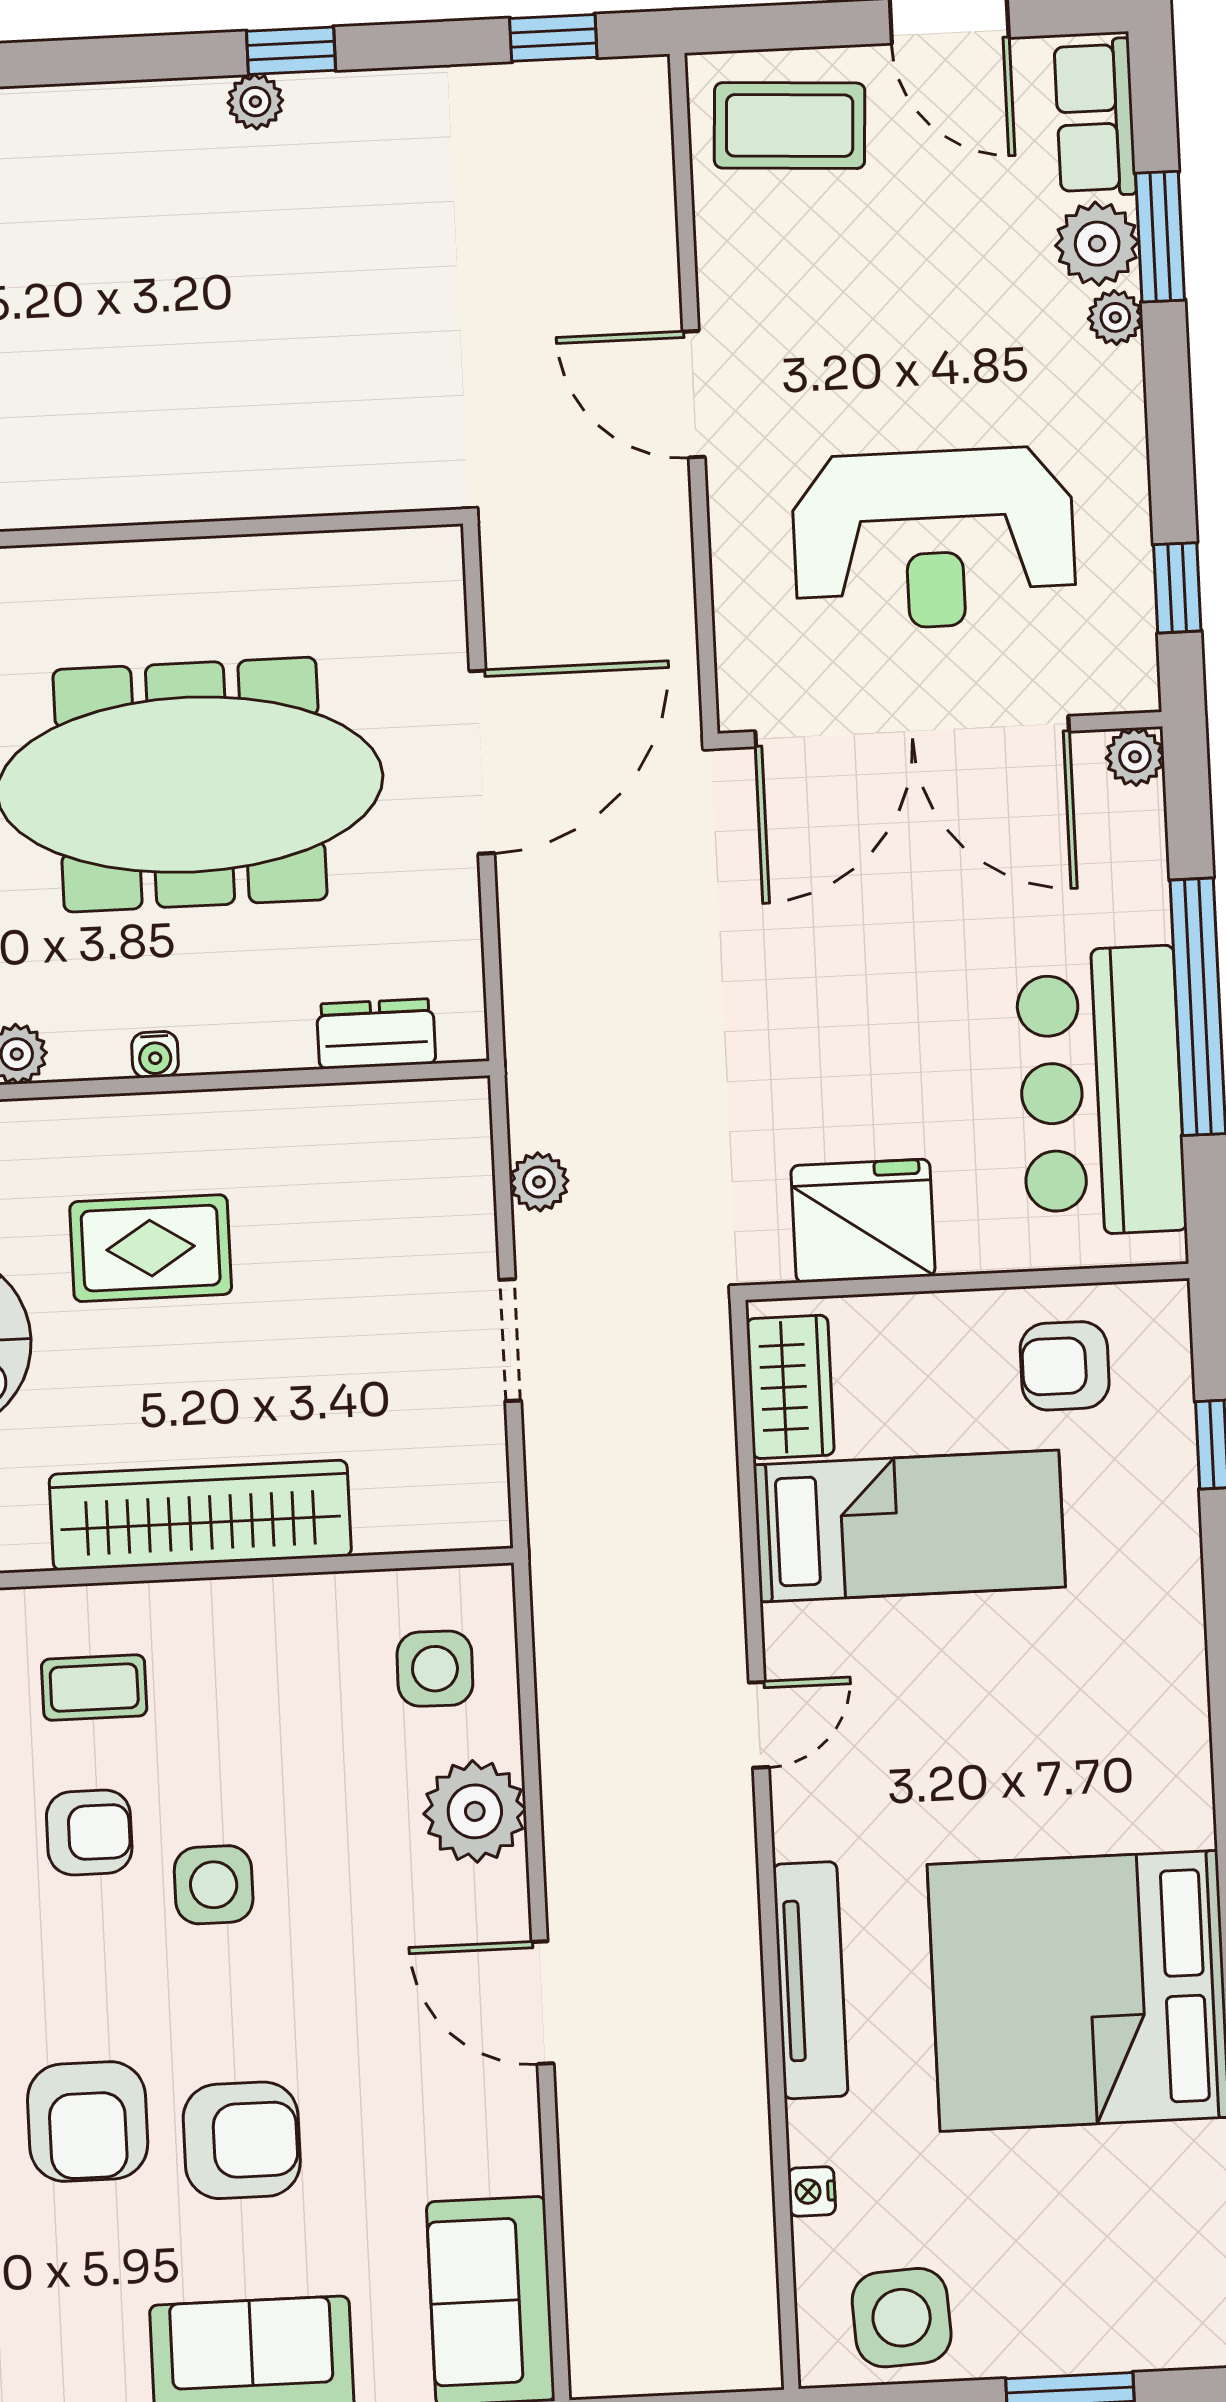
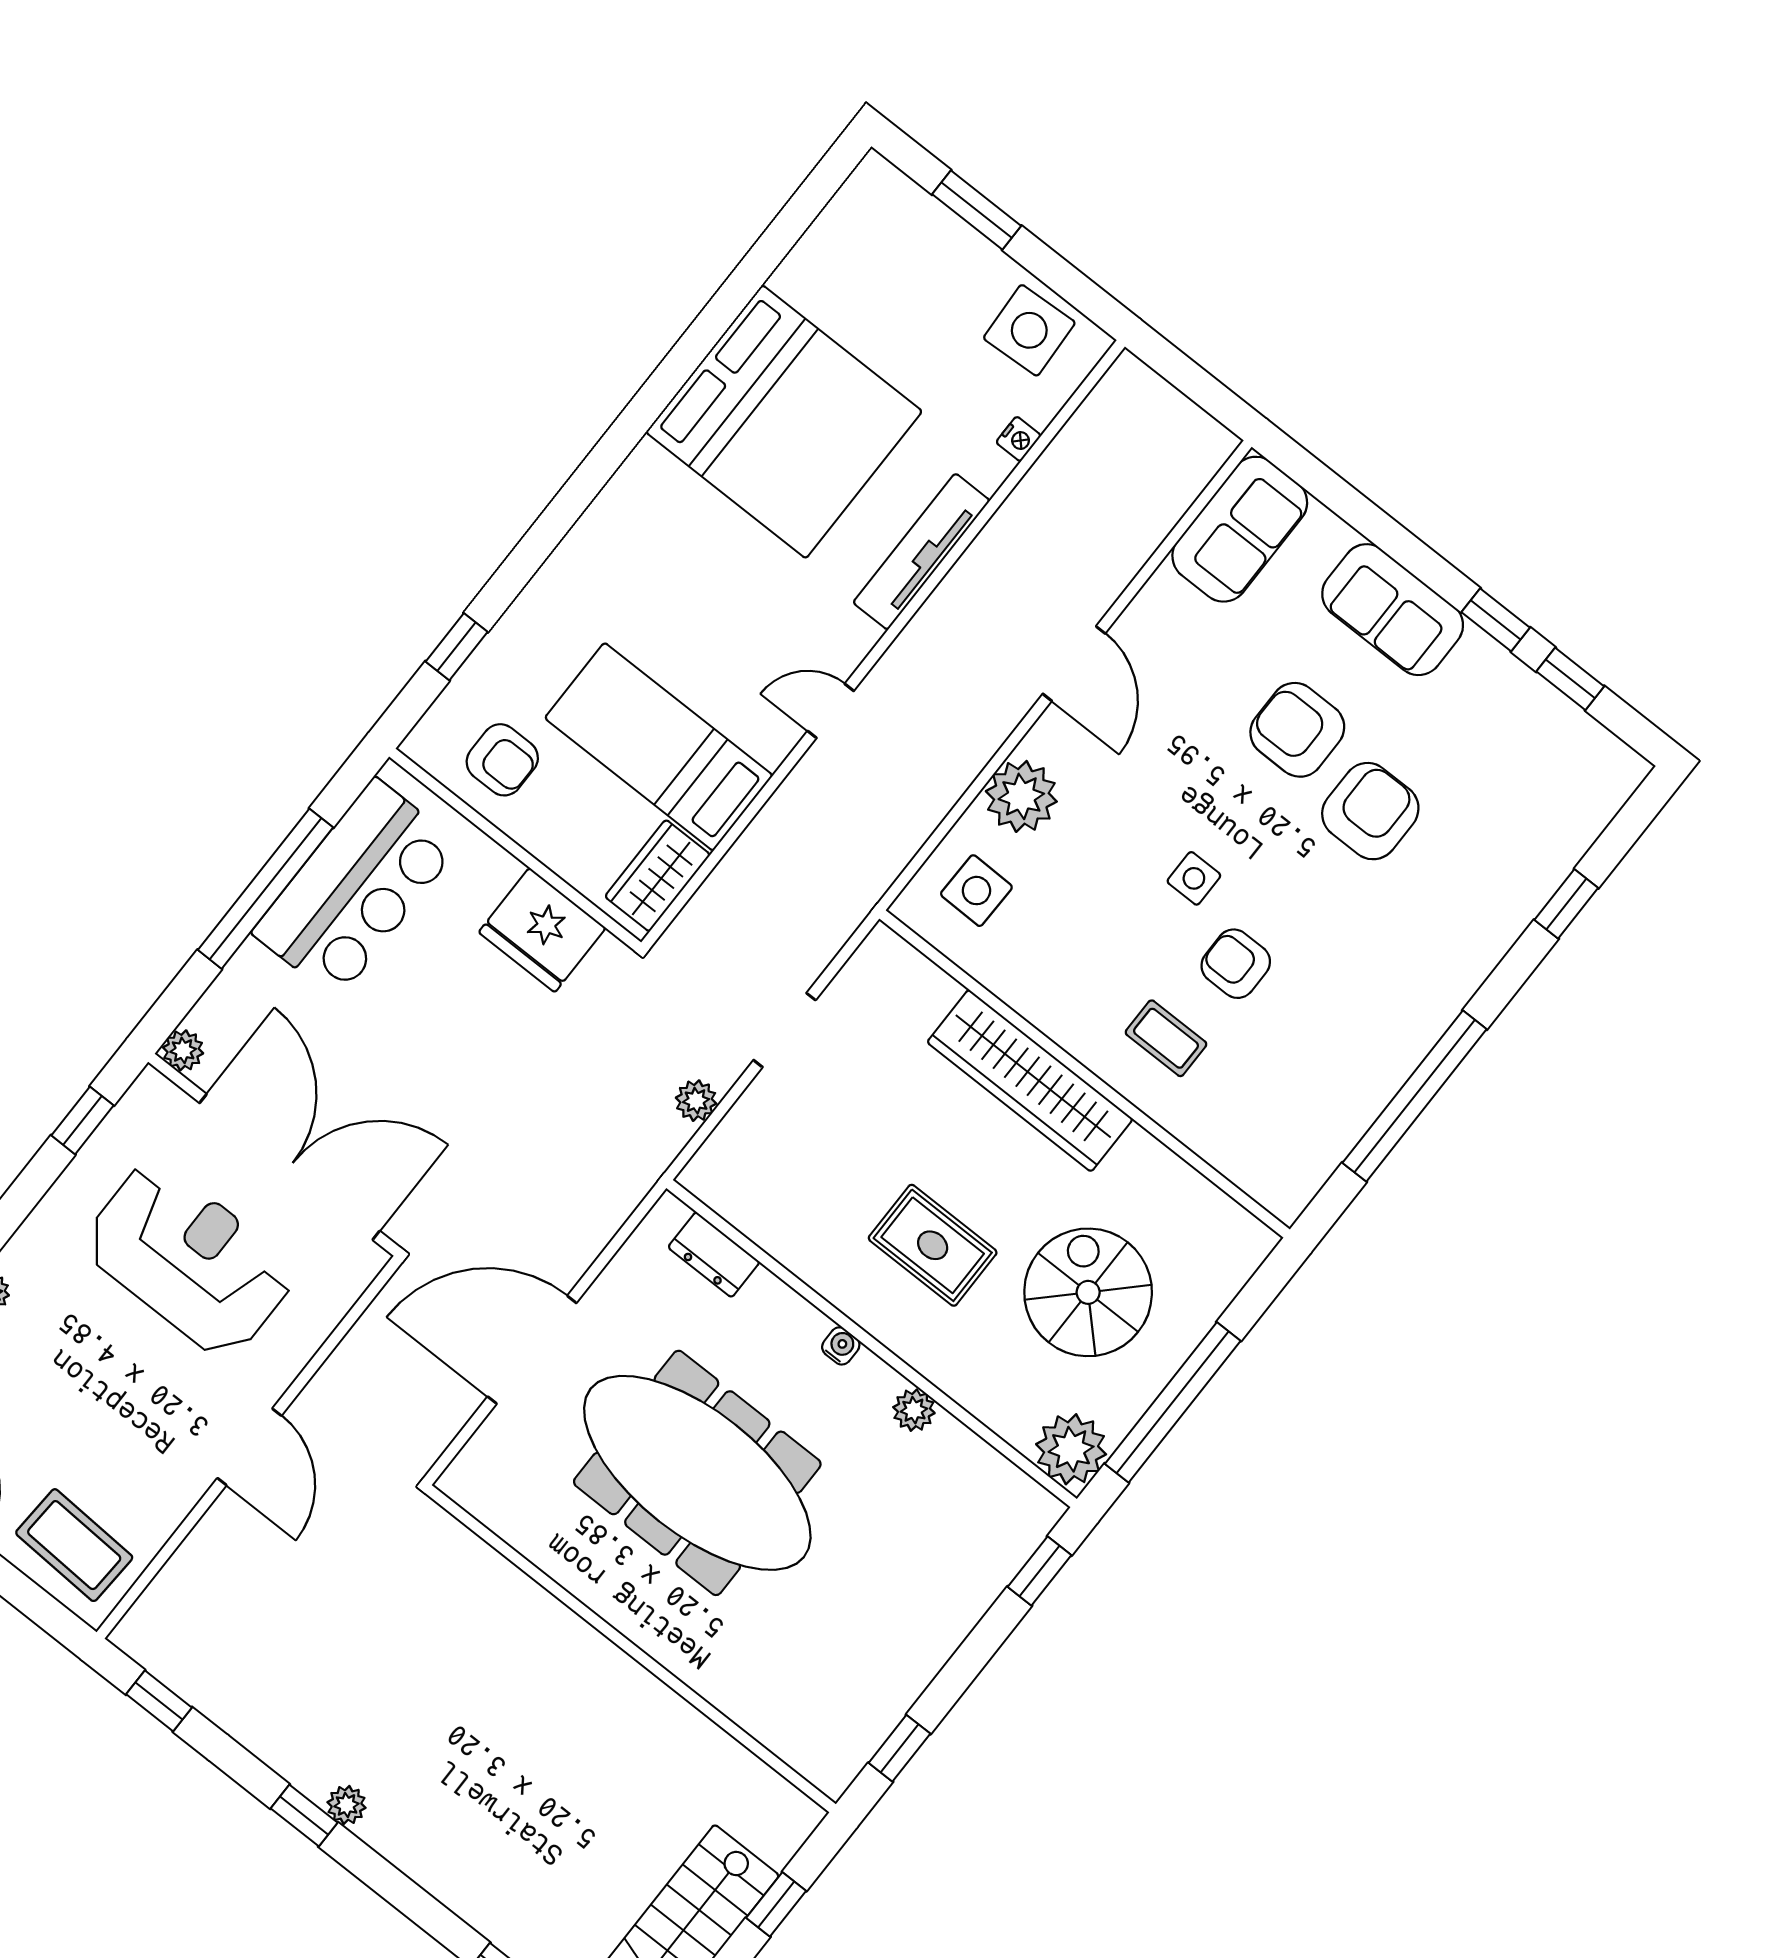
side table: (214, 1885) -> (1194, 878), width x0.73, depth x0.73

